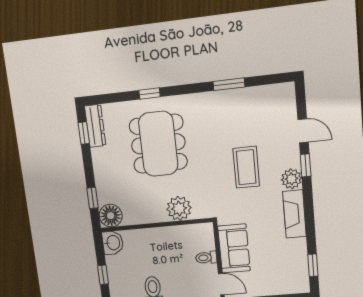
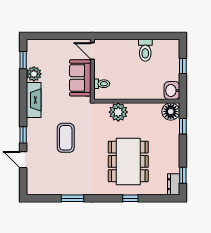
dresser: (95, 126) -> (174, 184), width x0.70
plant: (291, 179) -> (34, 74), moved
toilet: (206, 258) -> (102, 84), moved

